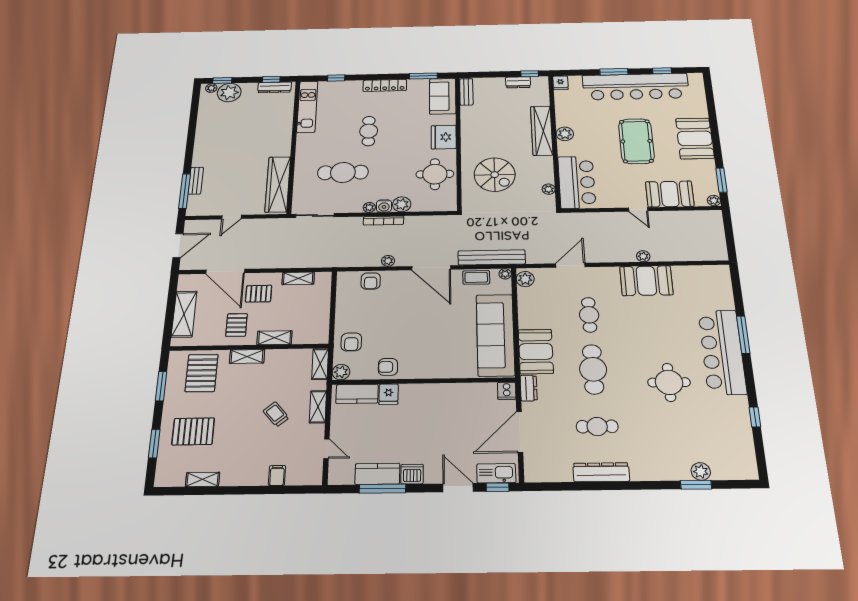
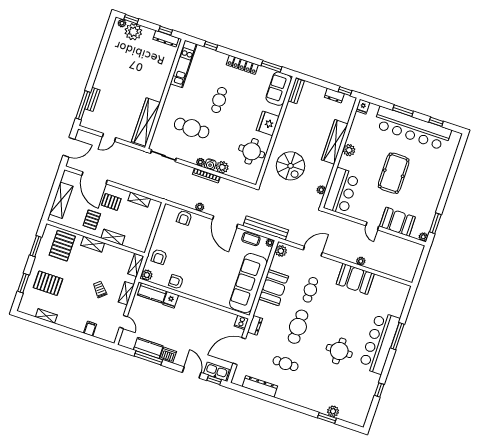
booth: (695, 138) -> (433, 185), removed
booth: (536, 351) -> (274, 288), moved
dresser: (601, 472) -> (260, 386), moved

